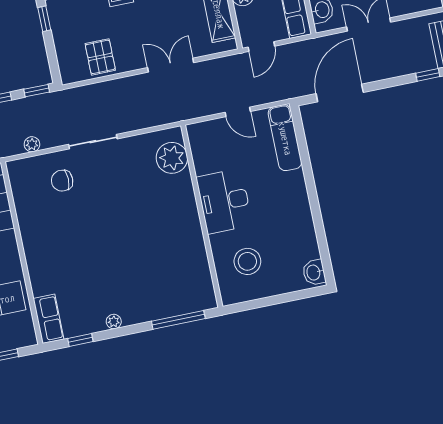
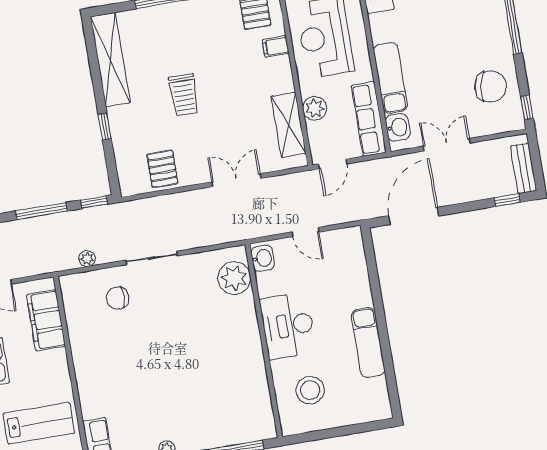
exam couch: (285, 138) -> (368, 343), moved
washbasin: (314, 272) -> (263, 258), moved, turned 180

